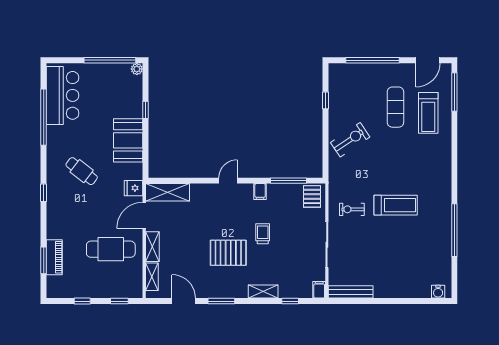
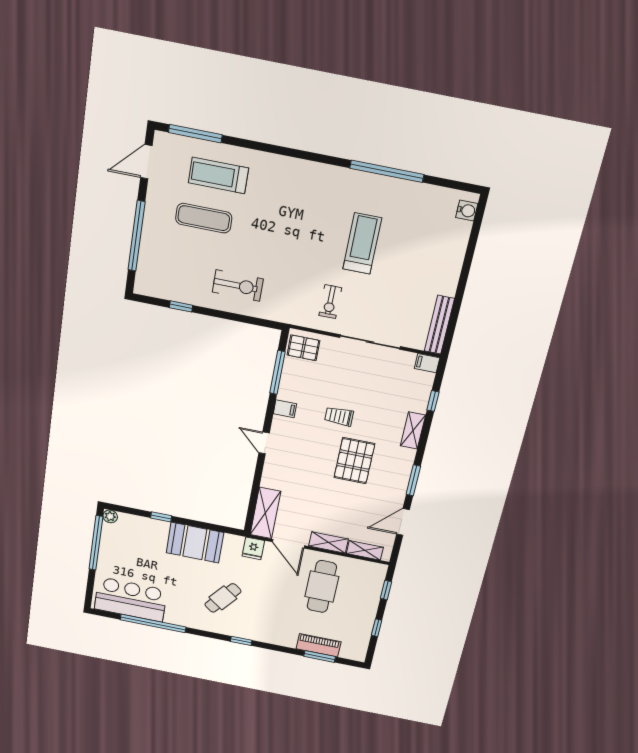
door: (428, 60) -> (146, 162), swing flipped
treadmill: (428, 113) -> (218, 175), turned 180
exercise bike: (350, 140) -> (238, 286), turned 124
treadmill: (396, 205) -> (362, 244), moved

